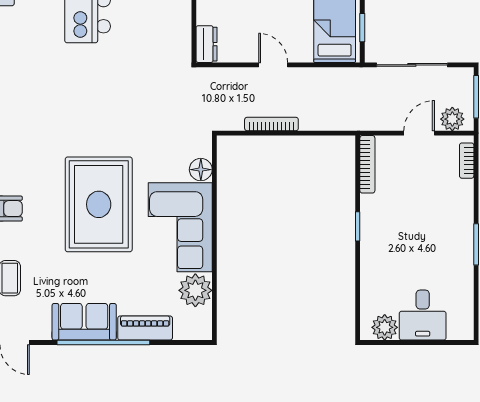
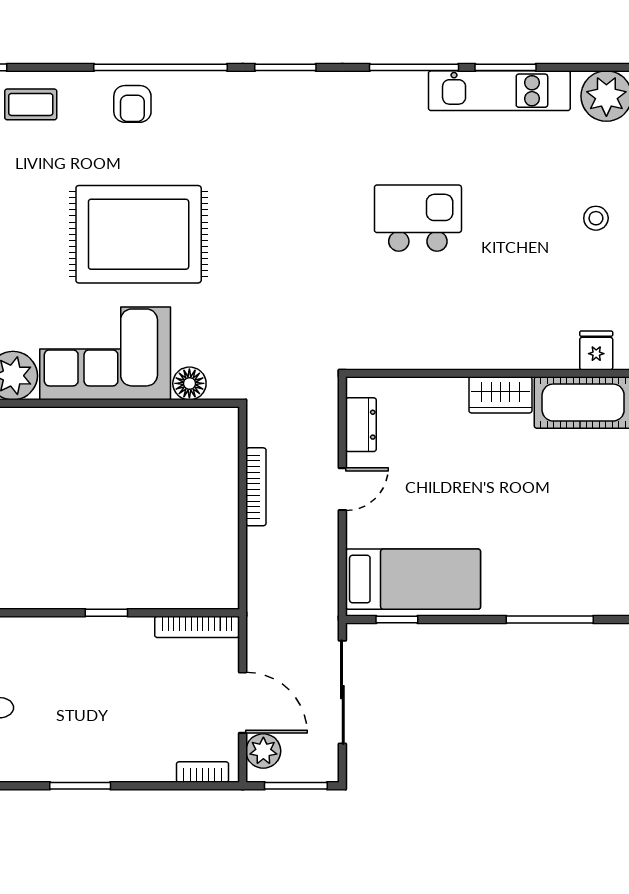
dresser: (207, 44) -> (361, 425), moved, turned -90
door: (419, 133) -> (243, 703), width x1.38

